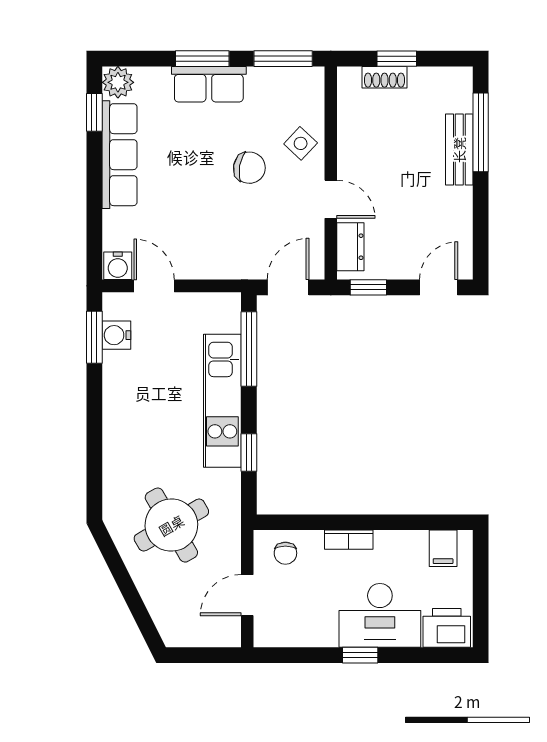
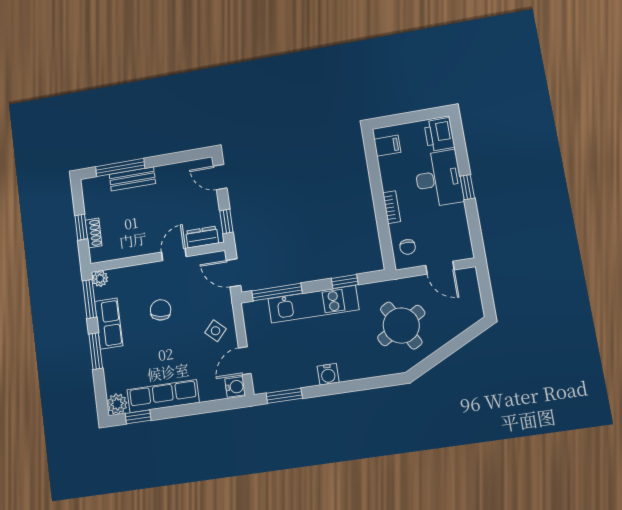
plant: (312, 79) -> (100, 279), added
row of seats: (209, 84) -> (109, 323), moved
side table: (301, 143) -> (216, 331), moved
water cooler: (116, 335) -> (328, 374), moved
chair: (285, 553) -> (408, 247), turned 90

